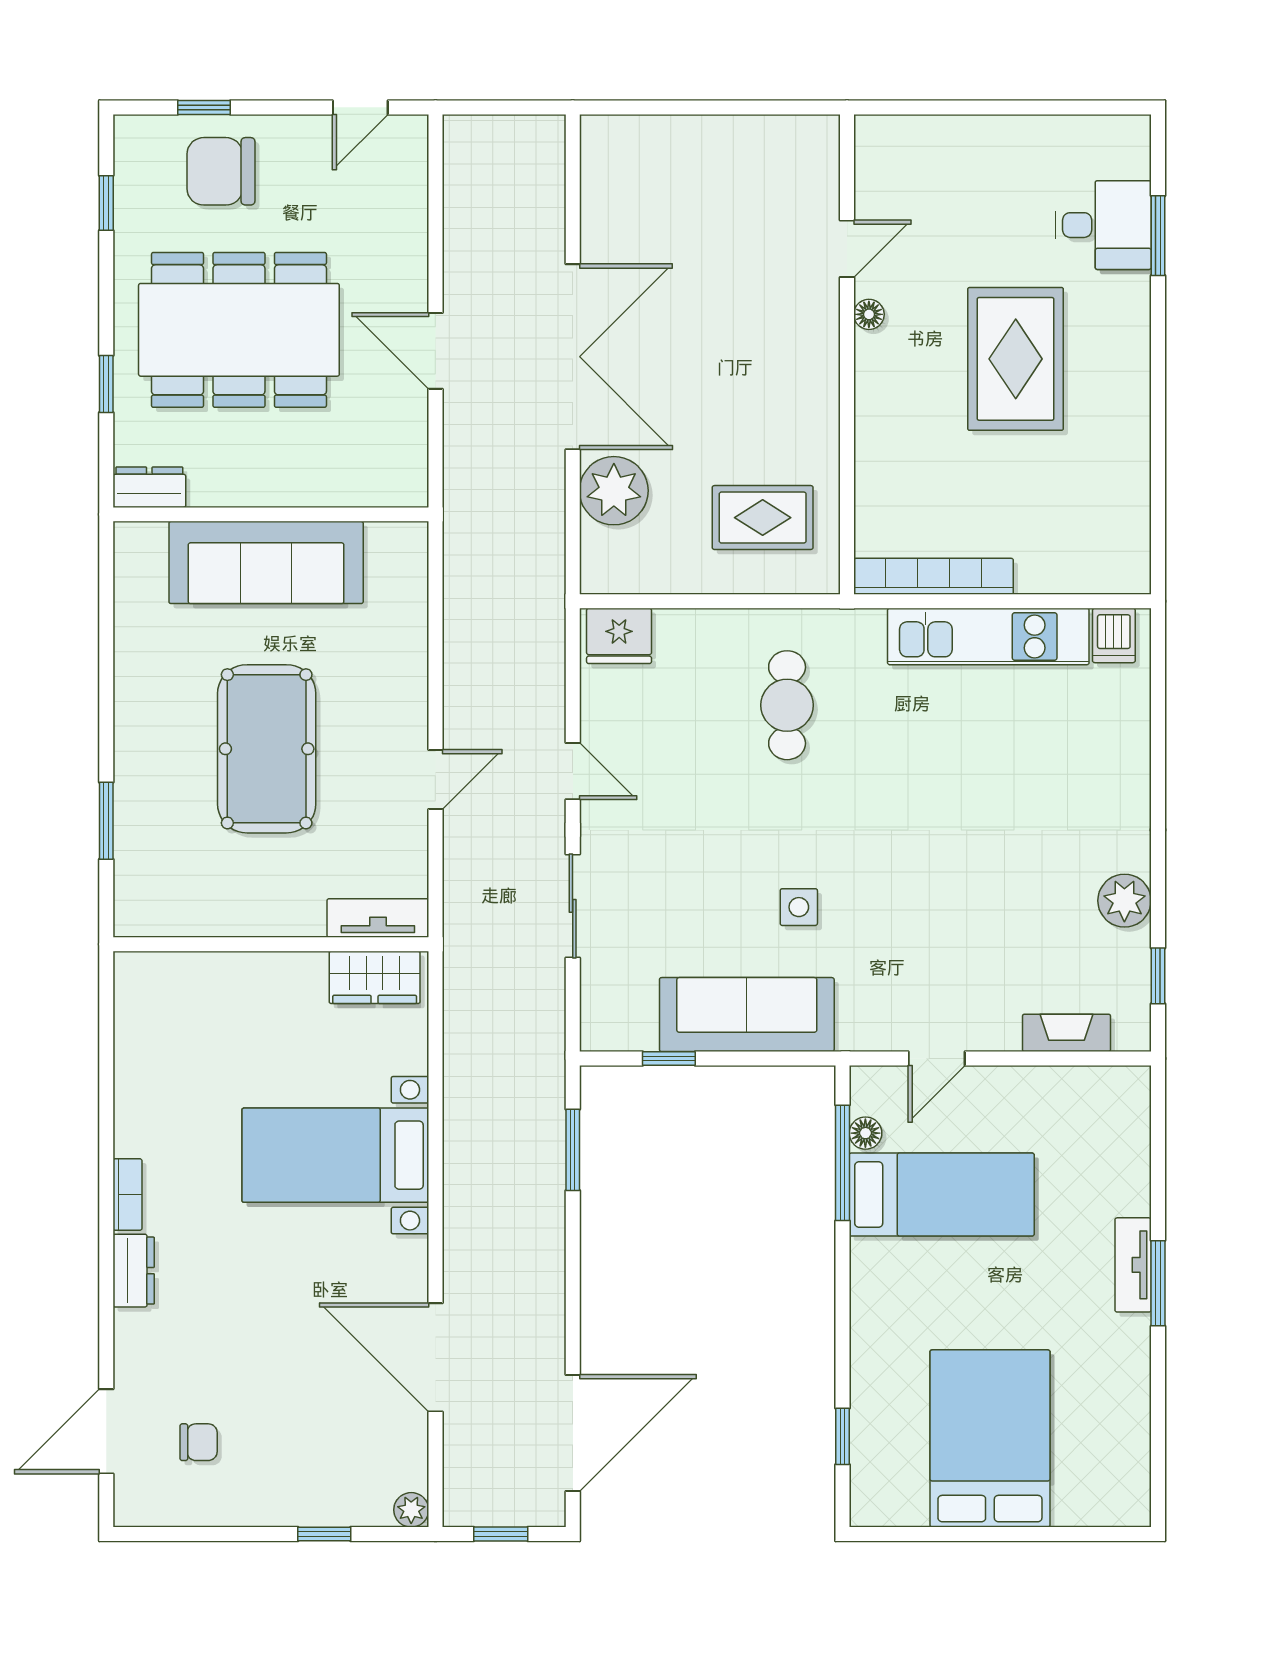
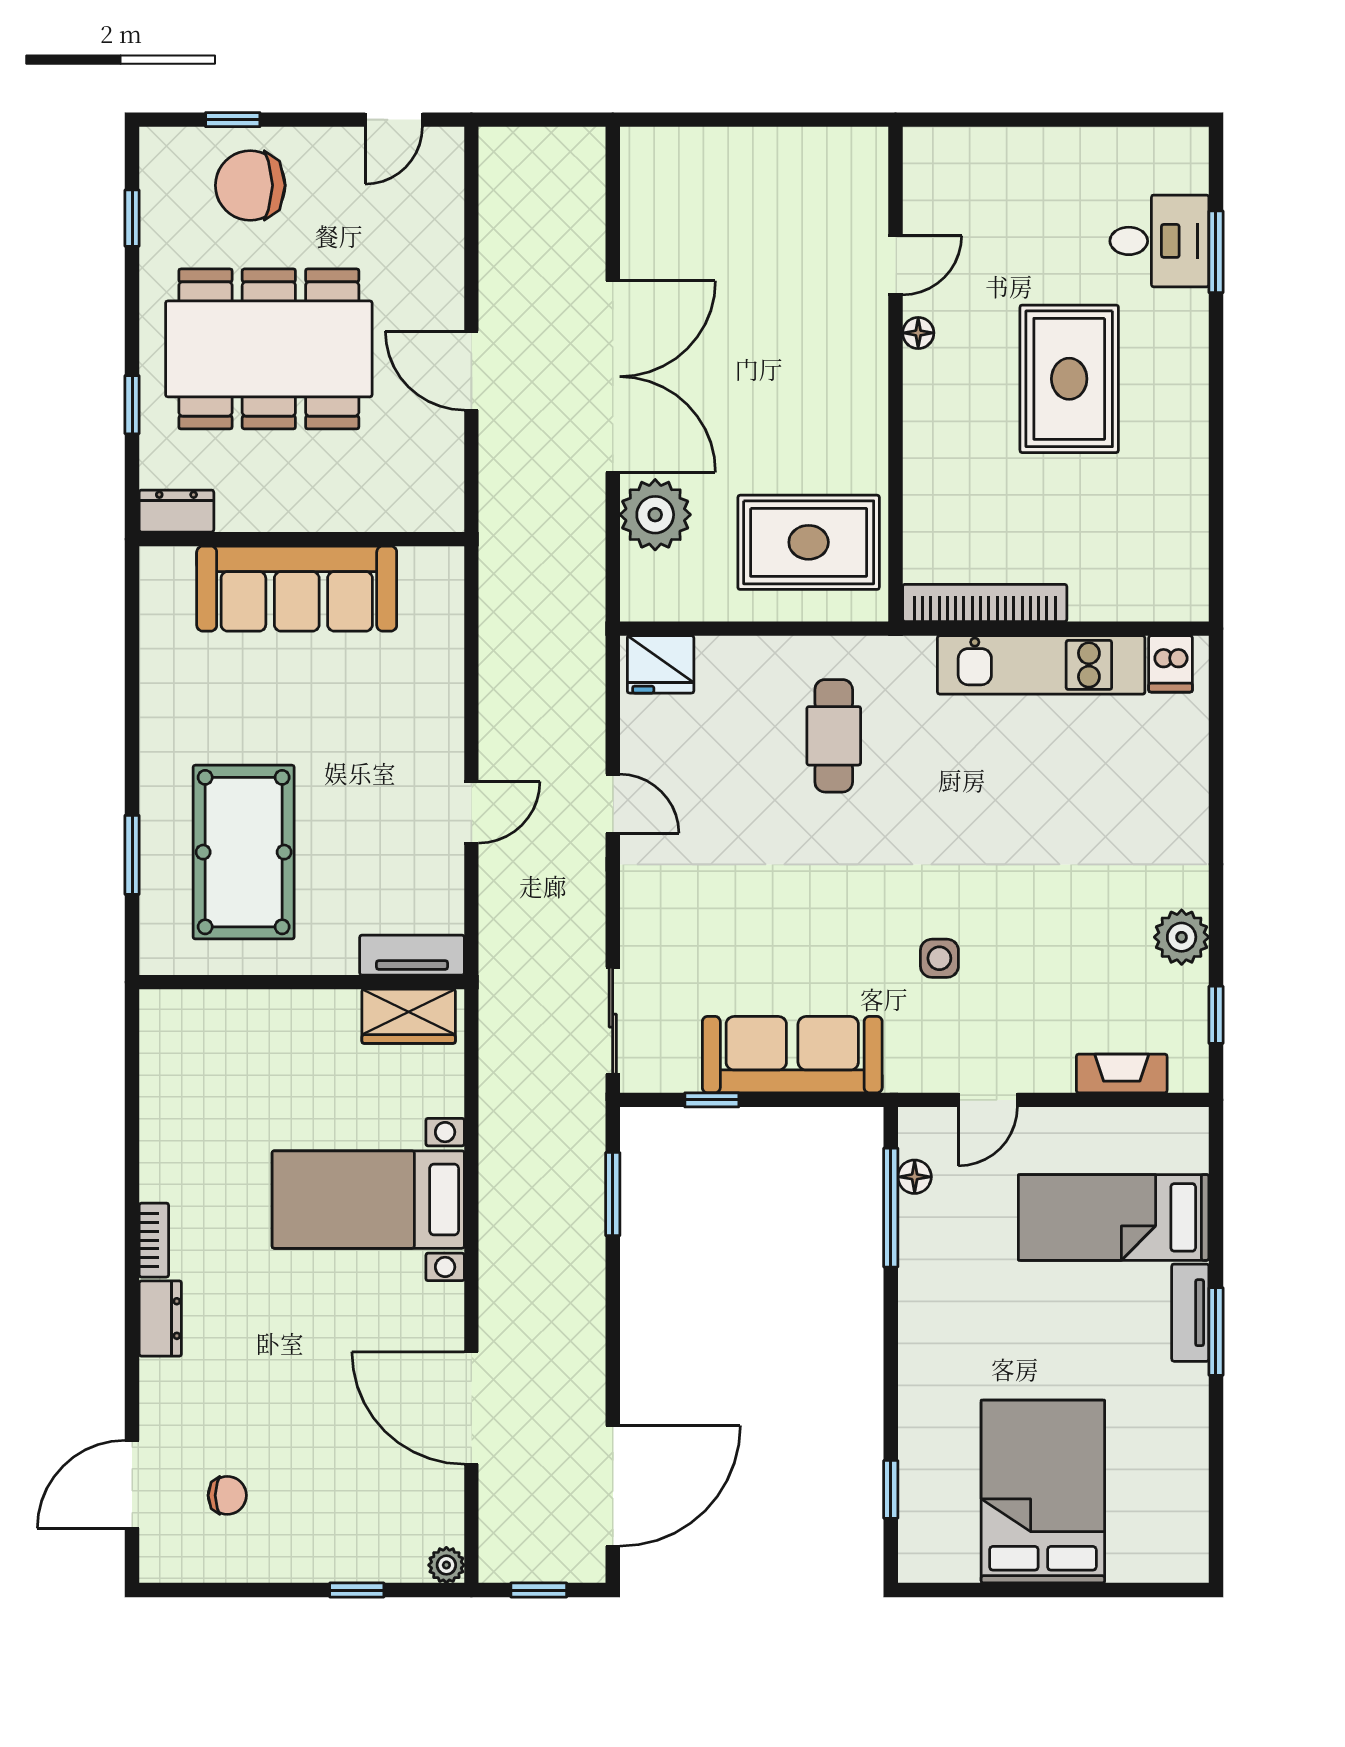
rug: (763, 518) -> (809, 542), width x1.36, depth x1.43
pool table: (267, 749) -> (244, 852), moved
sliding door: (573, 906) -> (613, 1021), moved
side table: (799, 907) -> (939, 958), moved
bed: (942, 1195) -> (1114, 1217), moved, turned 180

